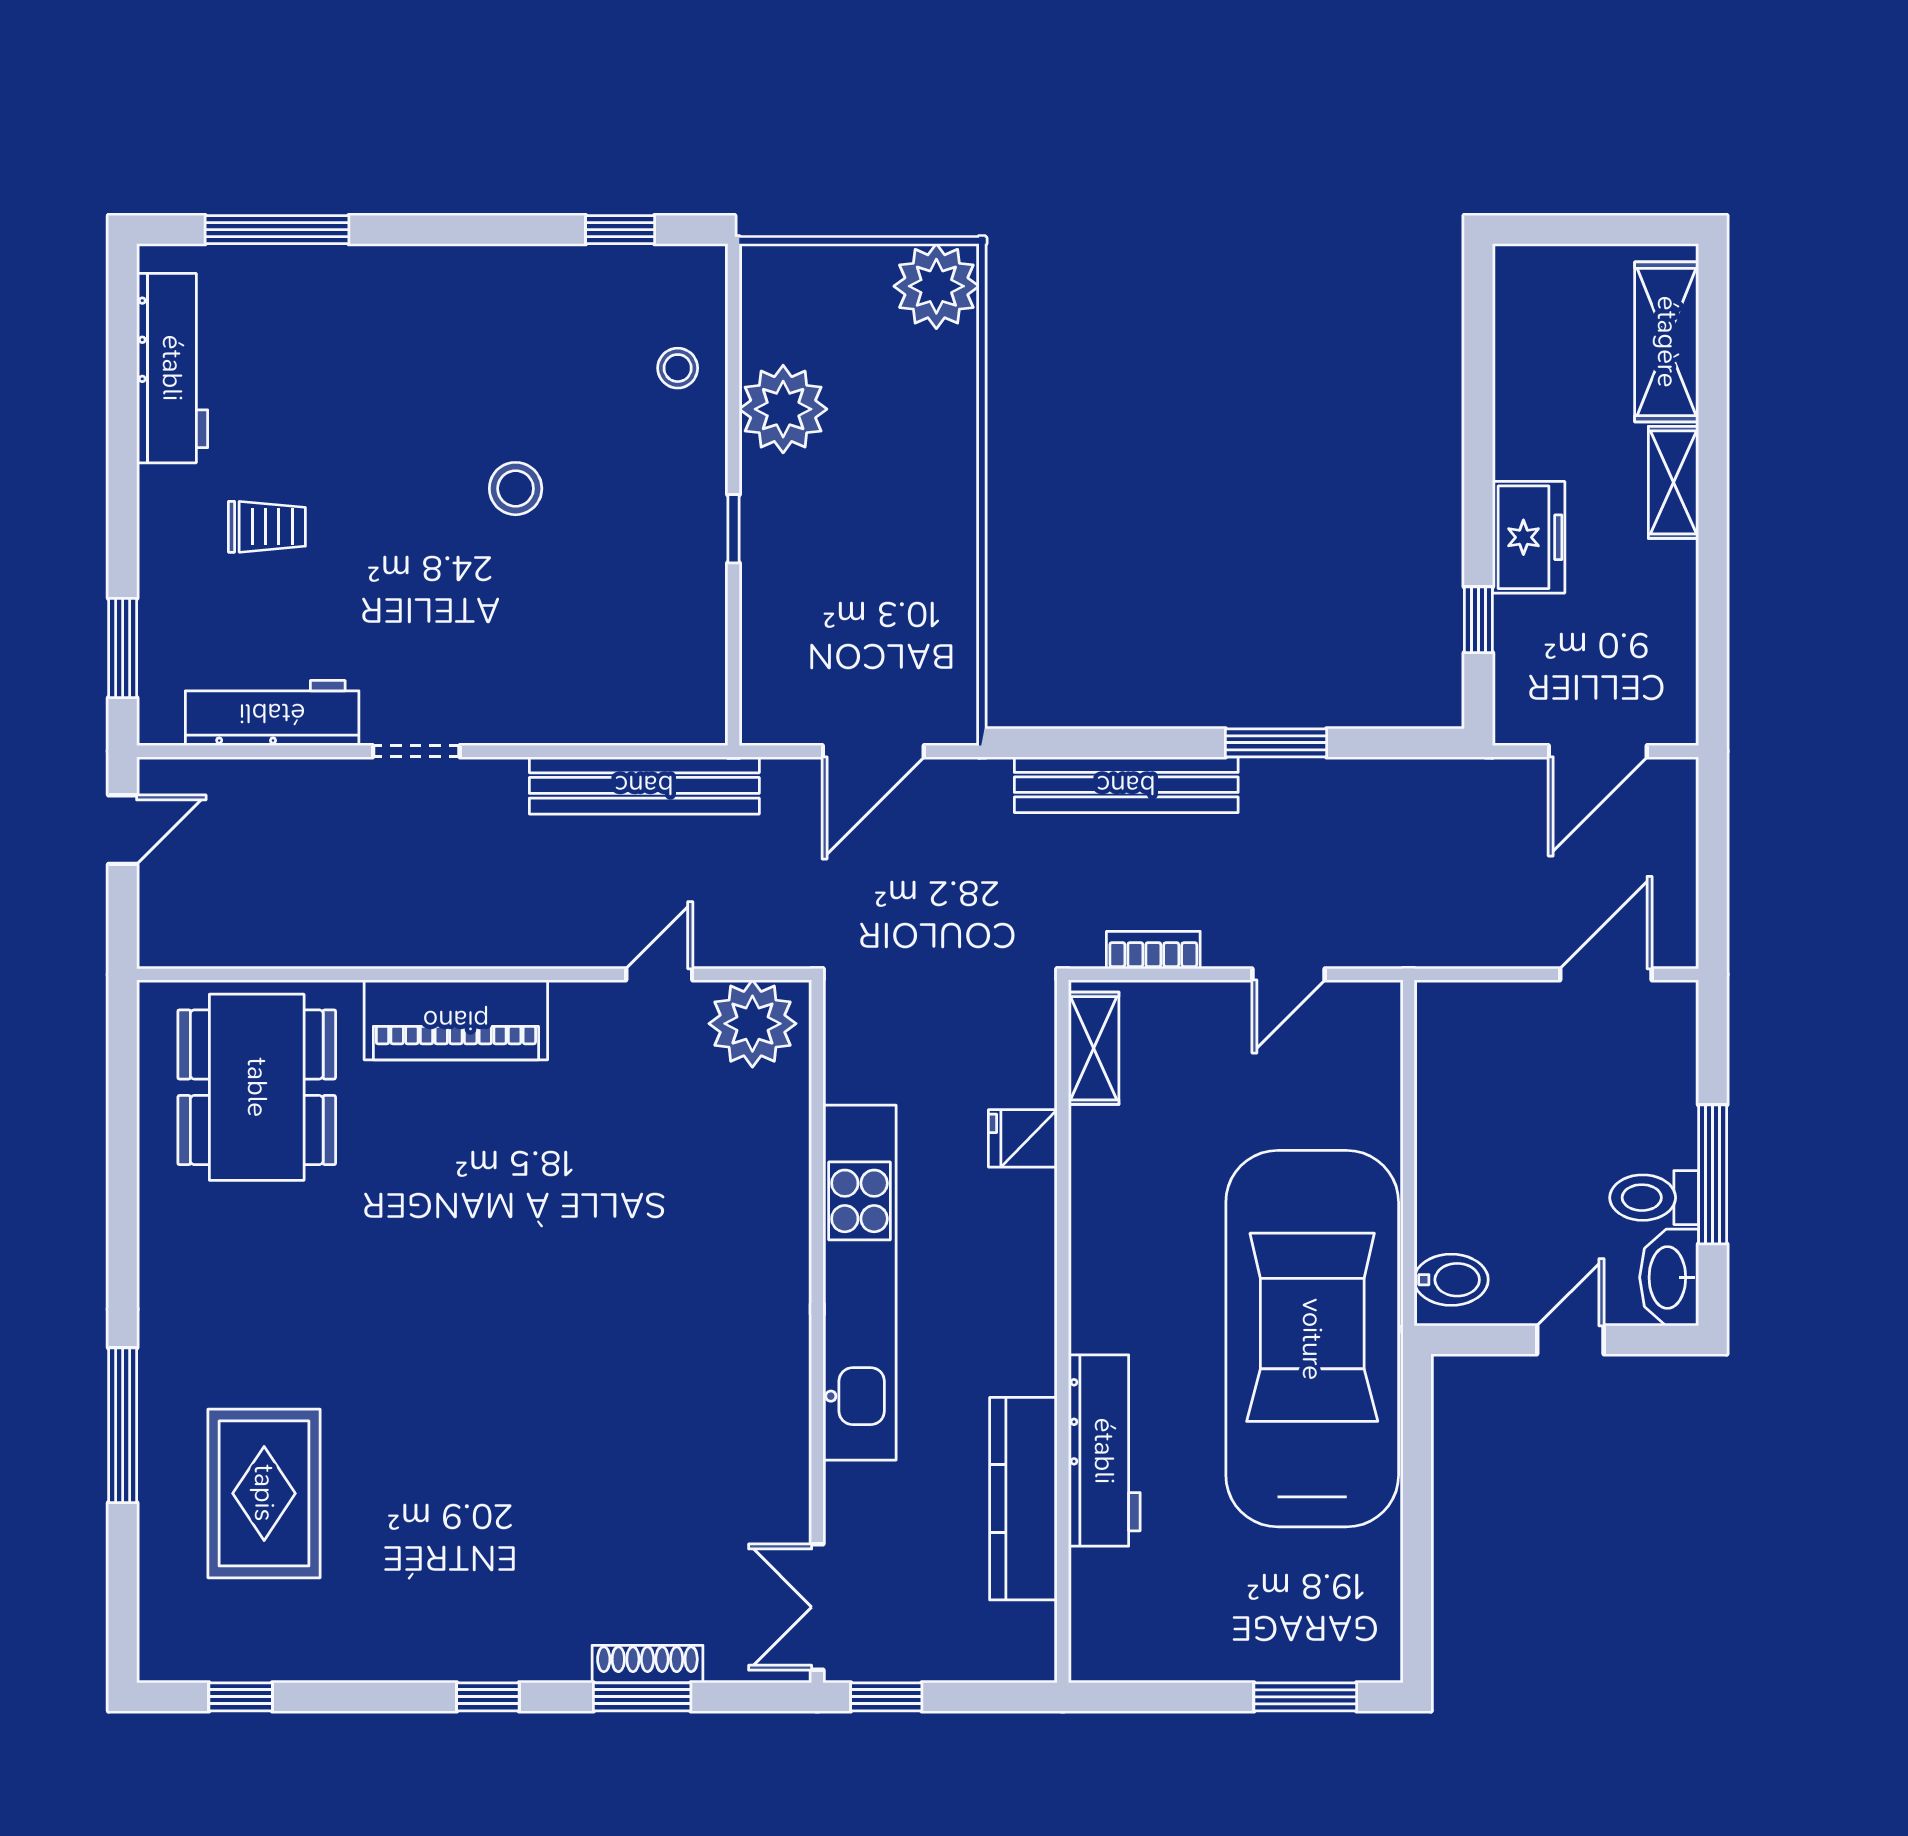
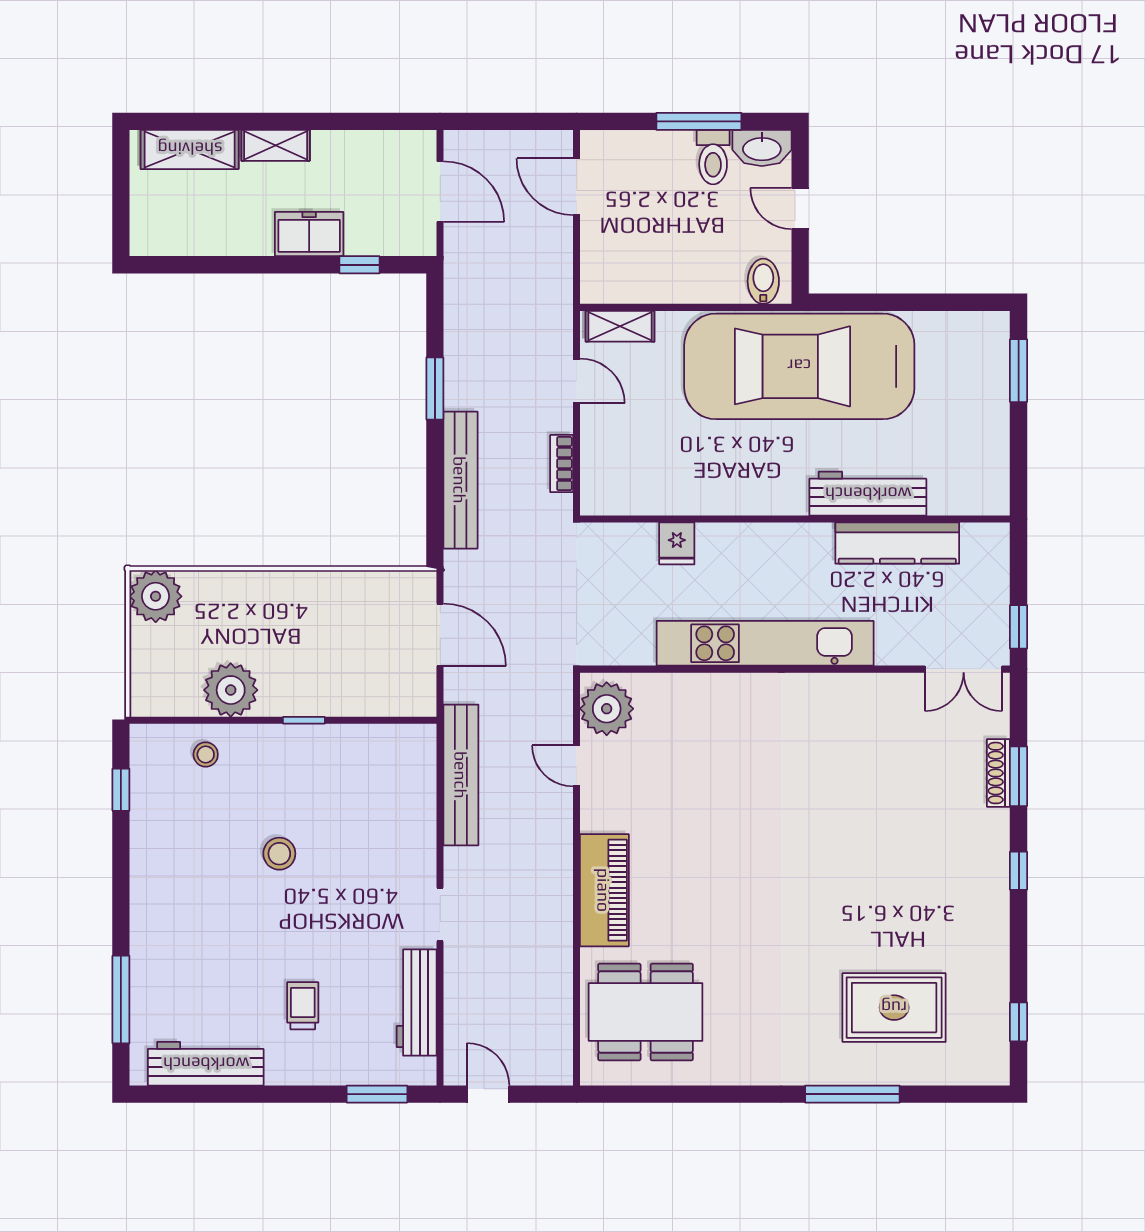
shelving: (1094, 1048) -> (620, 326), moved

